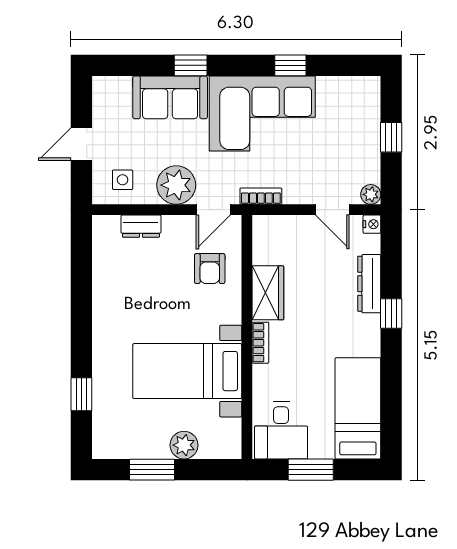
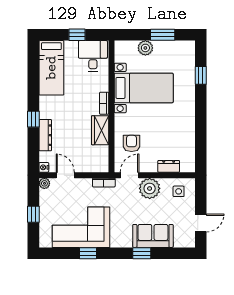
corner sofa: (262, 113) -> (81, 227), moved
door: (81, 144) -> (201, 223), moved
window: (311, 470) -> (77, 35), width x0.67

